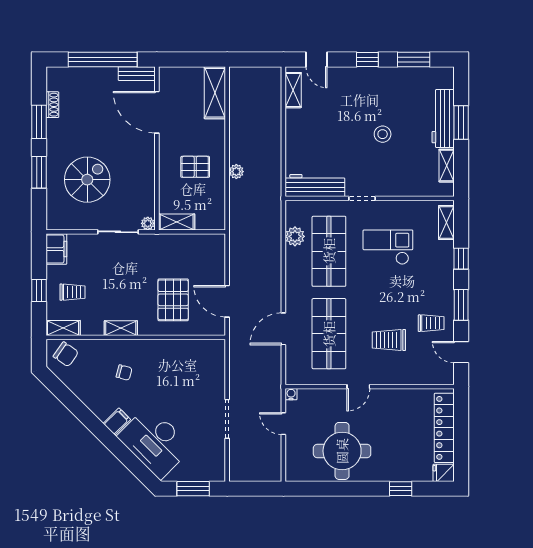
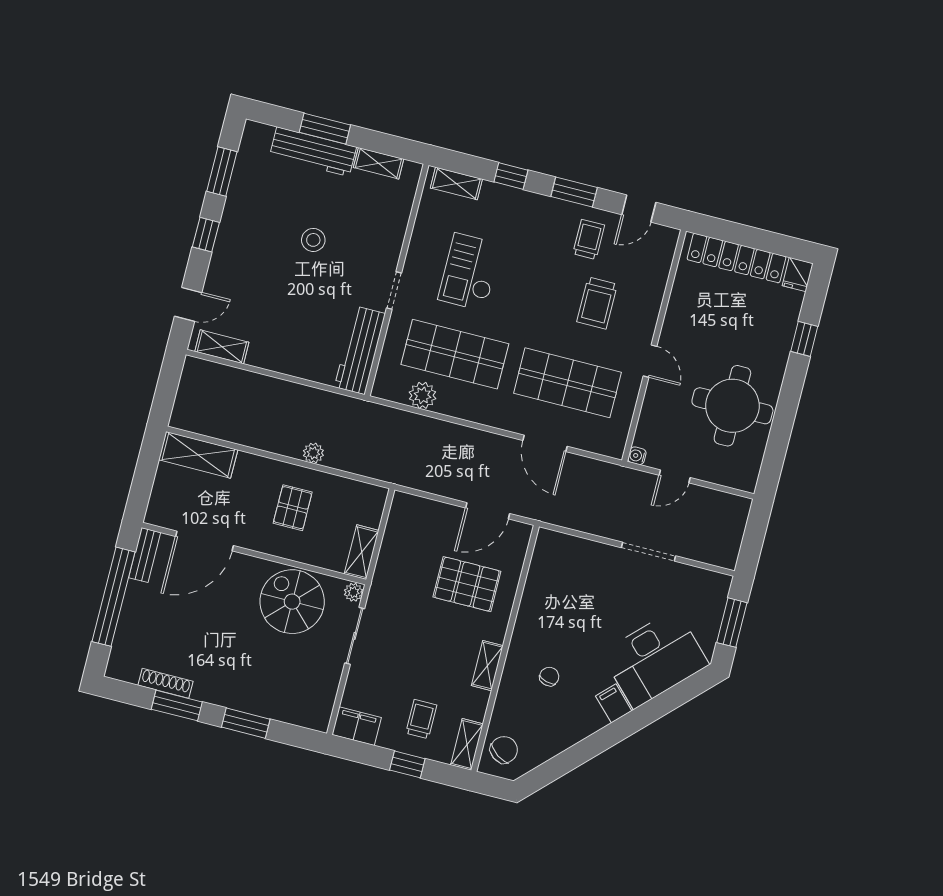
shoe rack: (52, 105) -> (165, 683), width x1.43
spiral stairs: (87, 180) -> (292, 602), moved

